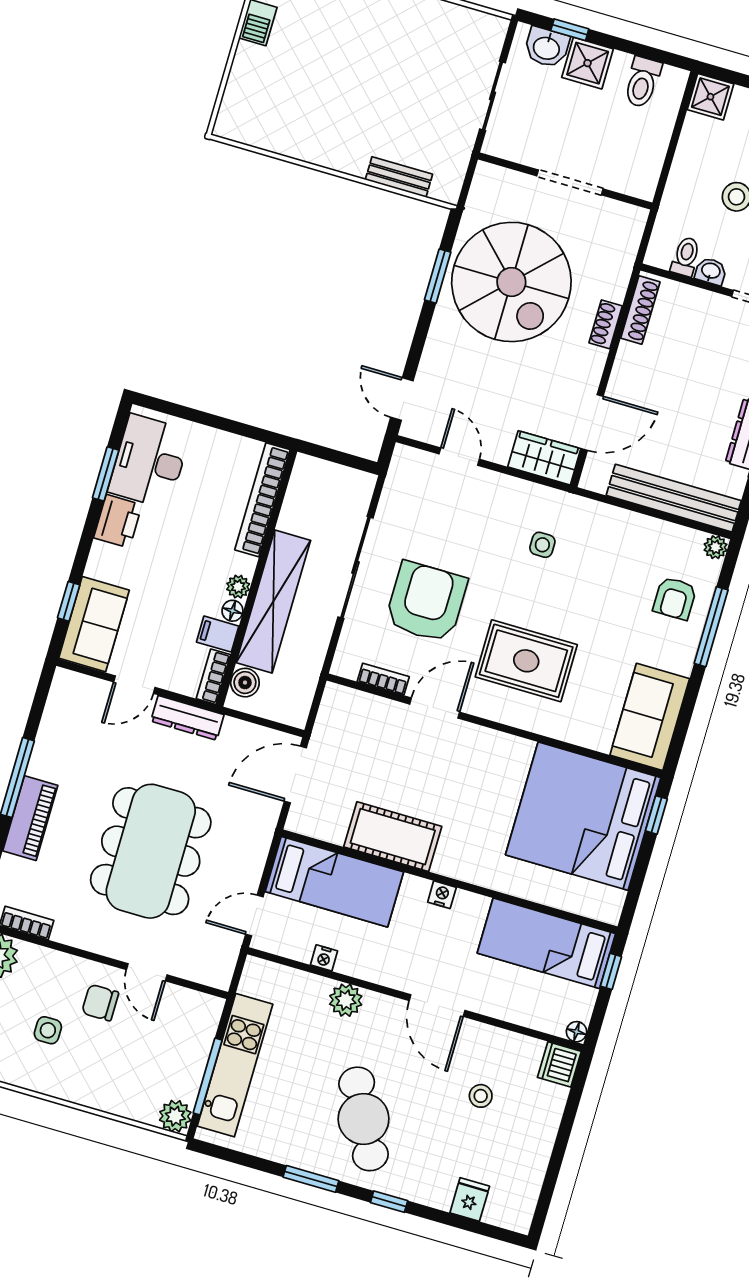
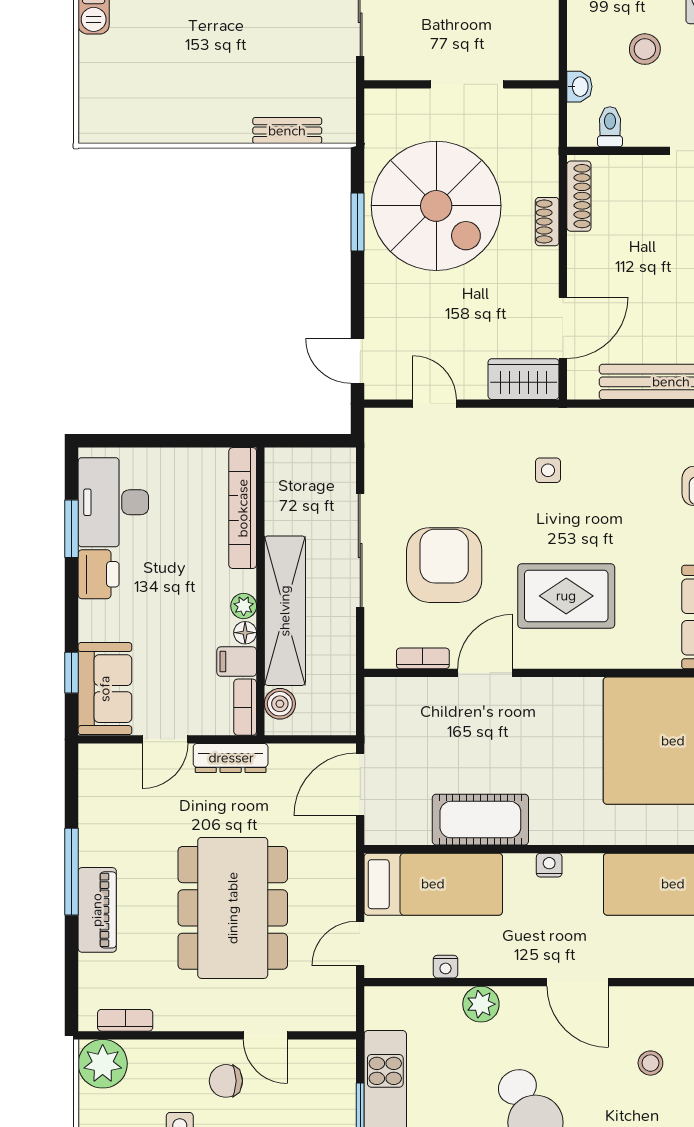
washbasin: (711, 271) -> (579, 87), moved, turned 90

